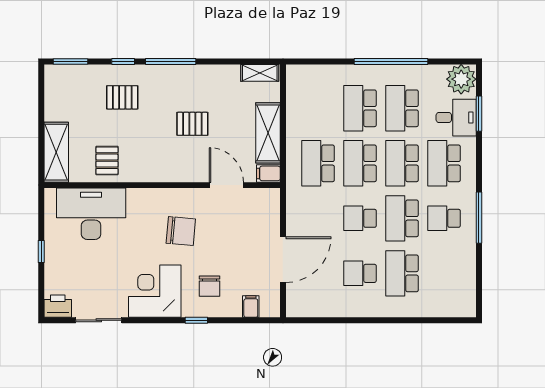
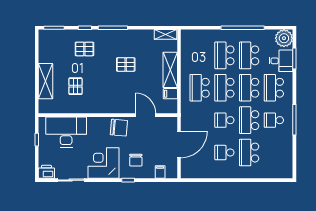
wall: (162, 185) -> (108, 115), moved
door: (226, 185) -> (146, 115), moved
desk: (91, 214) -> (66, 132), moved

